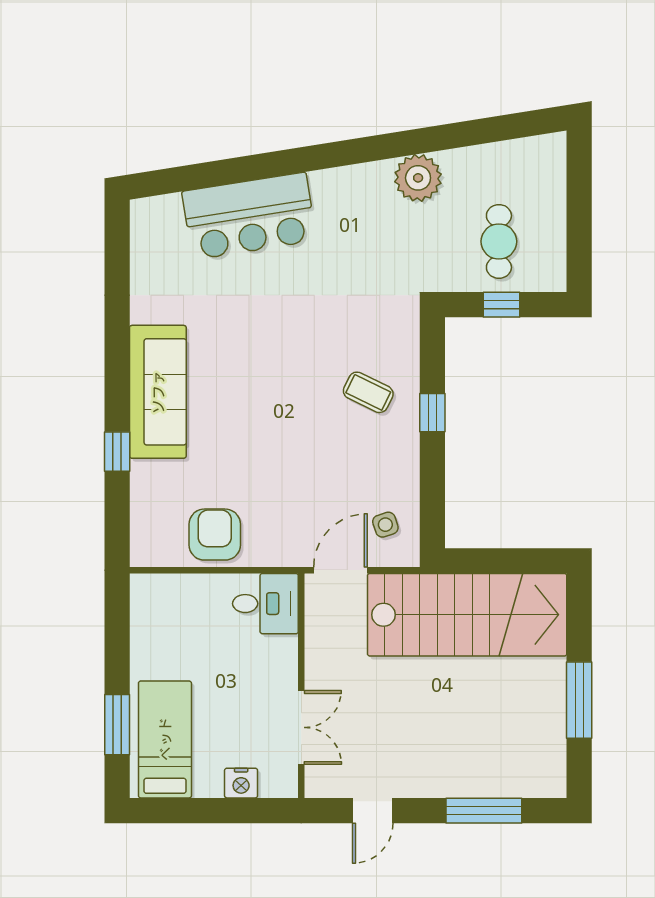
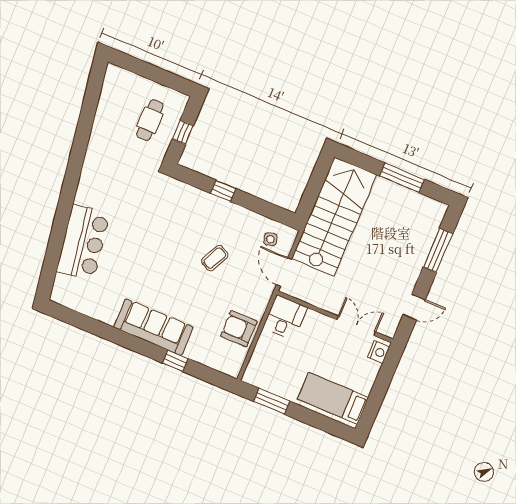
plant: (418, 178) -> (100, 148), removed
cafe table: (499, 241) -> (150, 120), turned 90
coffee table: (368, 392) -> (215, 258), moved
window: (117, 725) -> (272, 401), moved
nightstand: (241, 783) -> (379, 352), moved
door: (373, 811) -> (414, 307), hinge flipped

